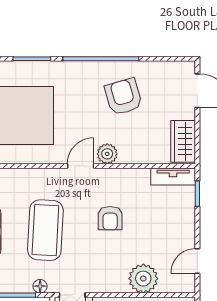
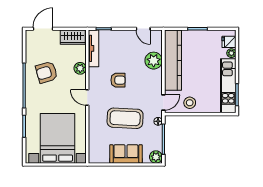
plant: (107, 154) -> (80, 68), moved
tv unit: (173, 177) -> (93, 48), width x1.41

